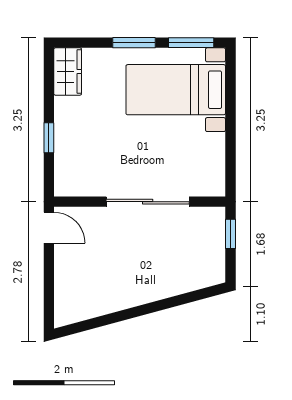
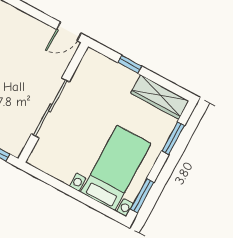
window: (134, 43) -> (173, 138), moved
wardrobe: (68, 71) -> (160, 97), width x1.50

